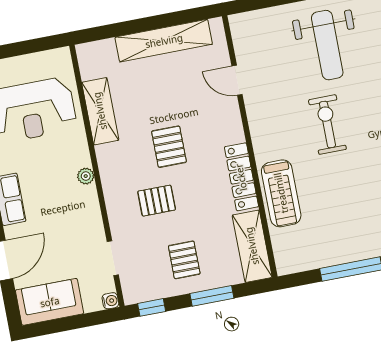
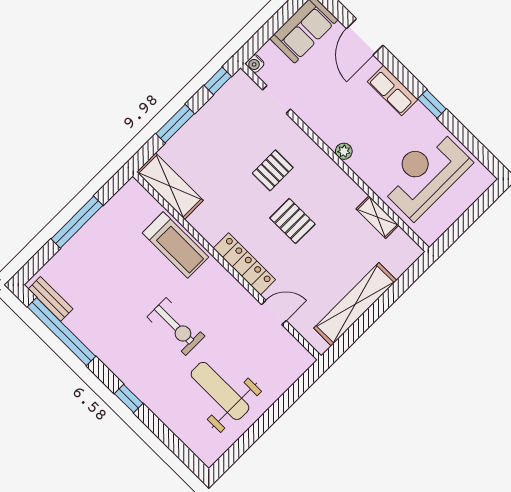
shelving: (100, 111) -> (377, 217), width x0.67, depth x0.75
locker: (241, 177) -> (244, 264), moved
treadmill: (281, 193) -> (175, 245), turned 180
pallet: (184, 260) -> (218, 138), removed

